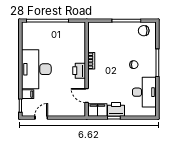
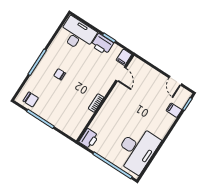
desk: (36, 69) -> (137, 150), moved
printer: (79, 71) -> (89, 139), moved
desk: (144, 92) -> (77, 34), moved, turned 90
filing cabinet: (97, 110) -> (124, 57), width x0.50
door: (41, 118) -> (175, 81), hinge flipped

